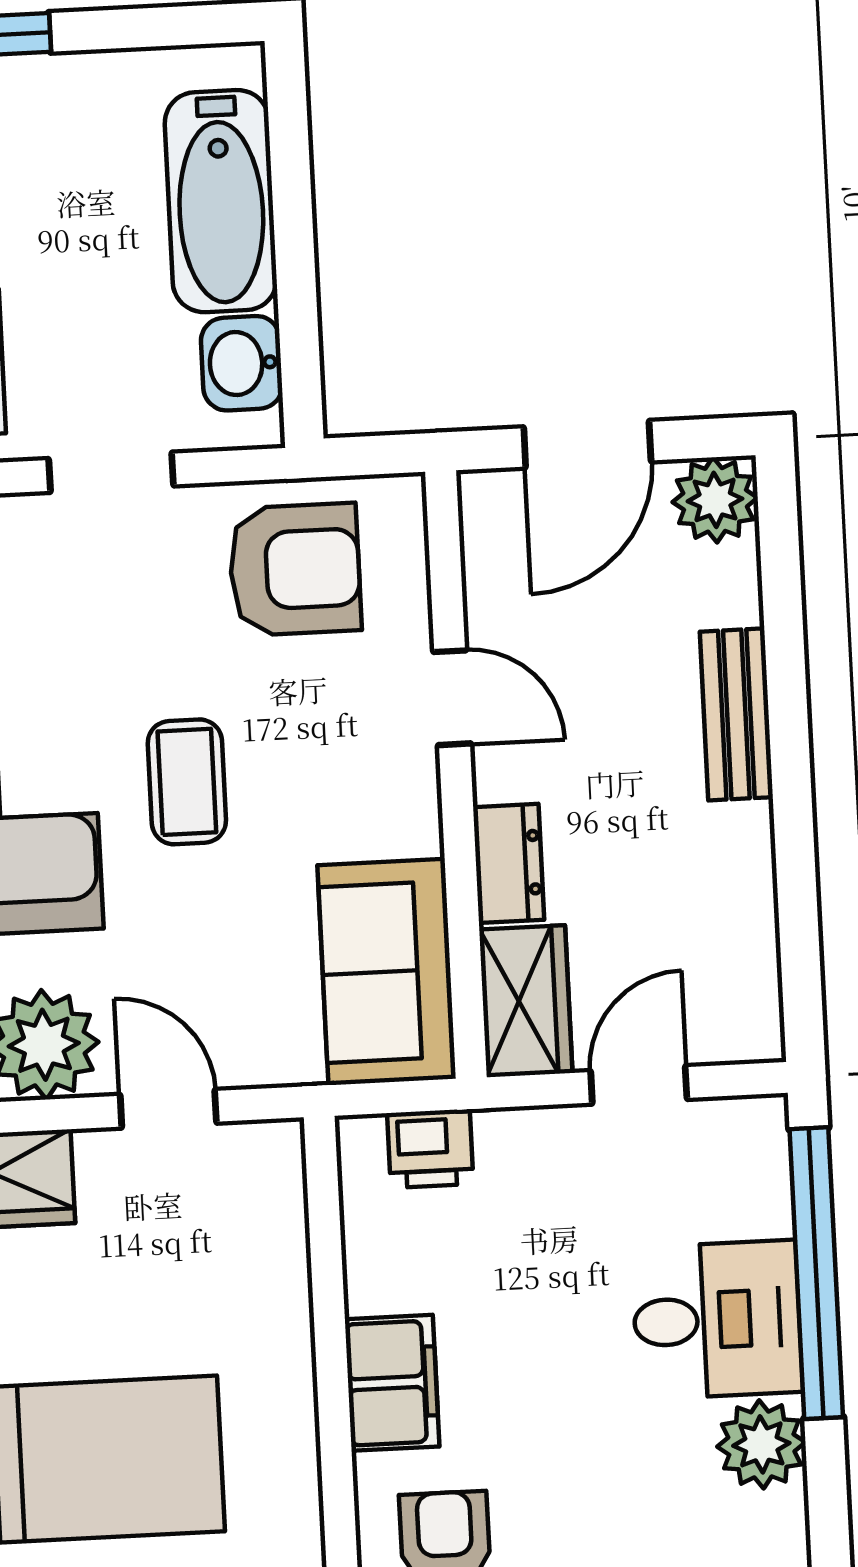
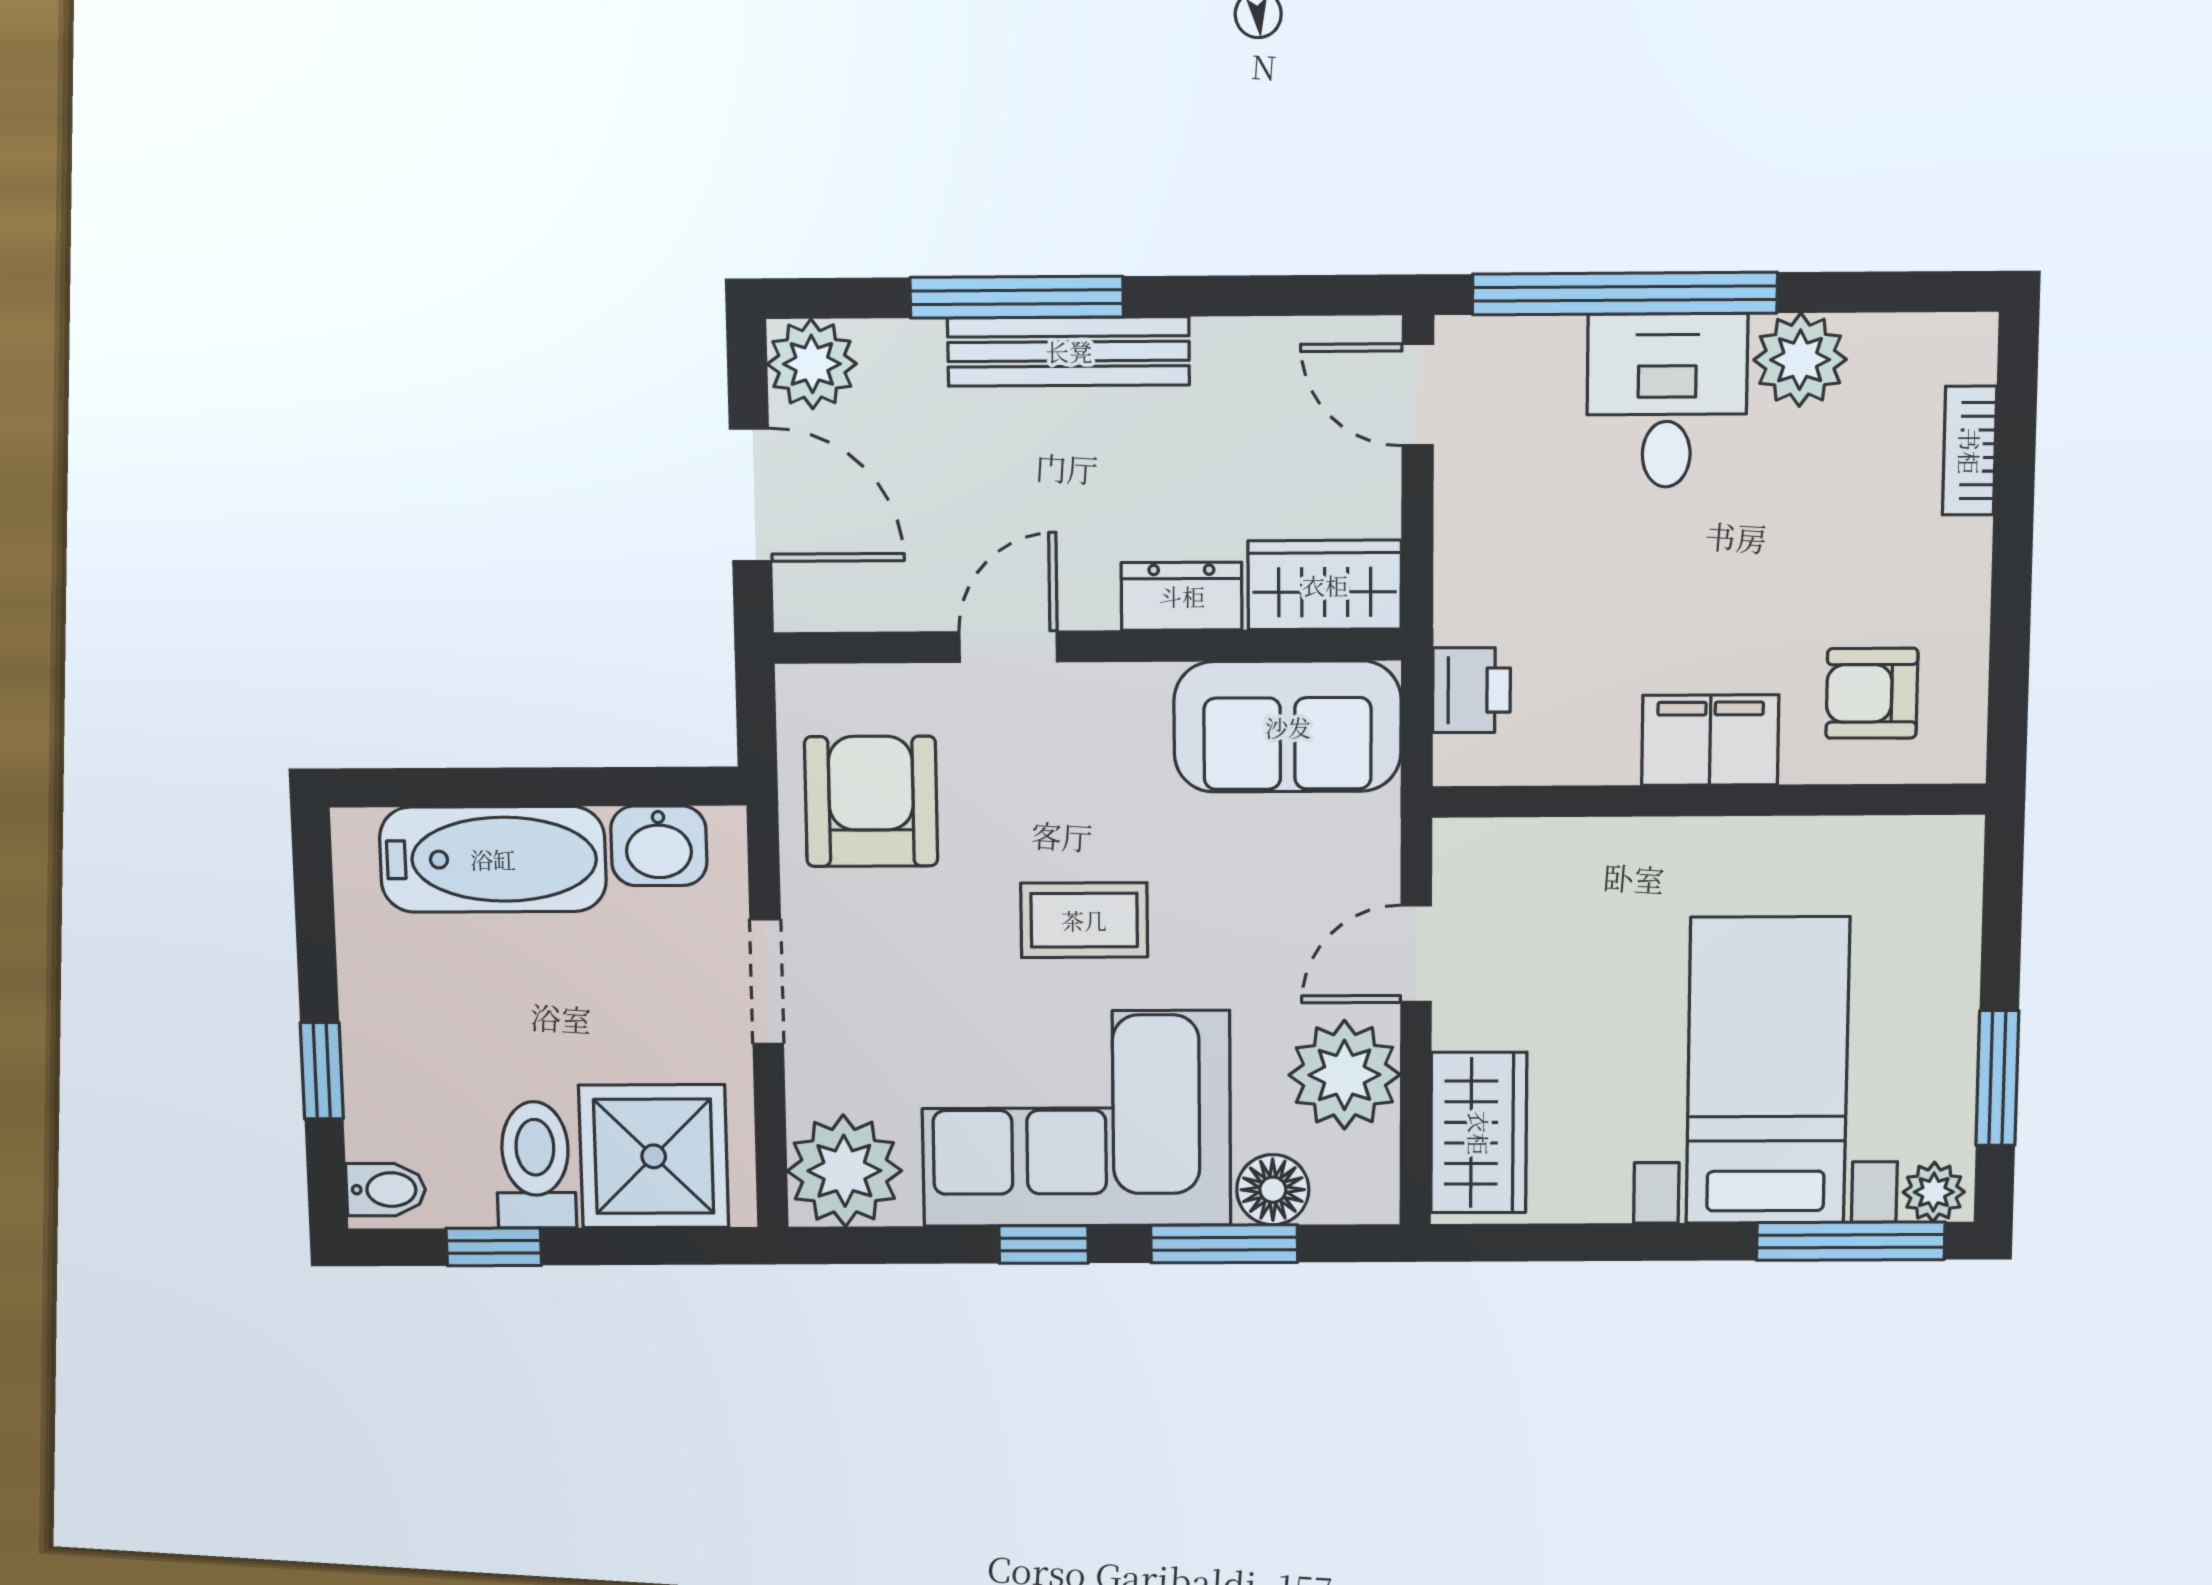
window: (787, 694) -> (1017, 297), added
bench: (736, 714) -> (1069, 351), width x1.36
door: (639, 1085) -> (1418, 395), moved

